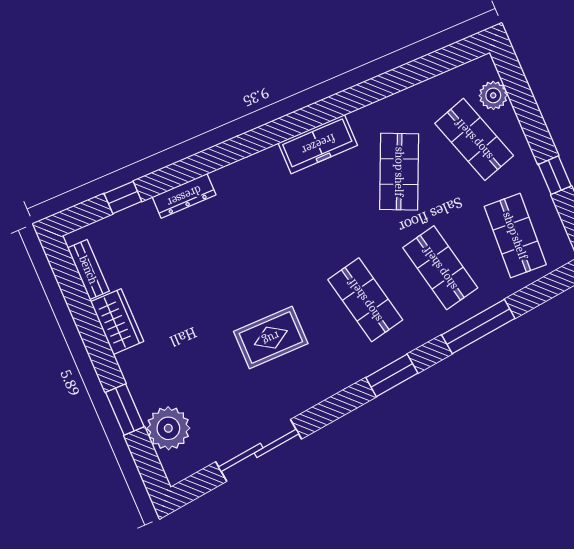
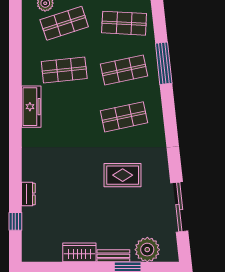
shop shelf: (399, 172) -> (64, 70), turned -30
dresser: (184, 196) -> (28, 194), width x0.70
bench: (88, 270) -> (113, 256), moved
rug: (271, 338) -> (123, 175), turned 90
window: (392, 375) -> (170, 120), removed

